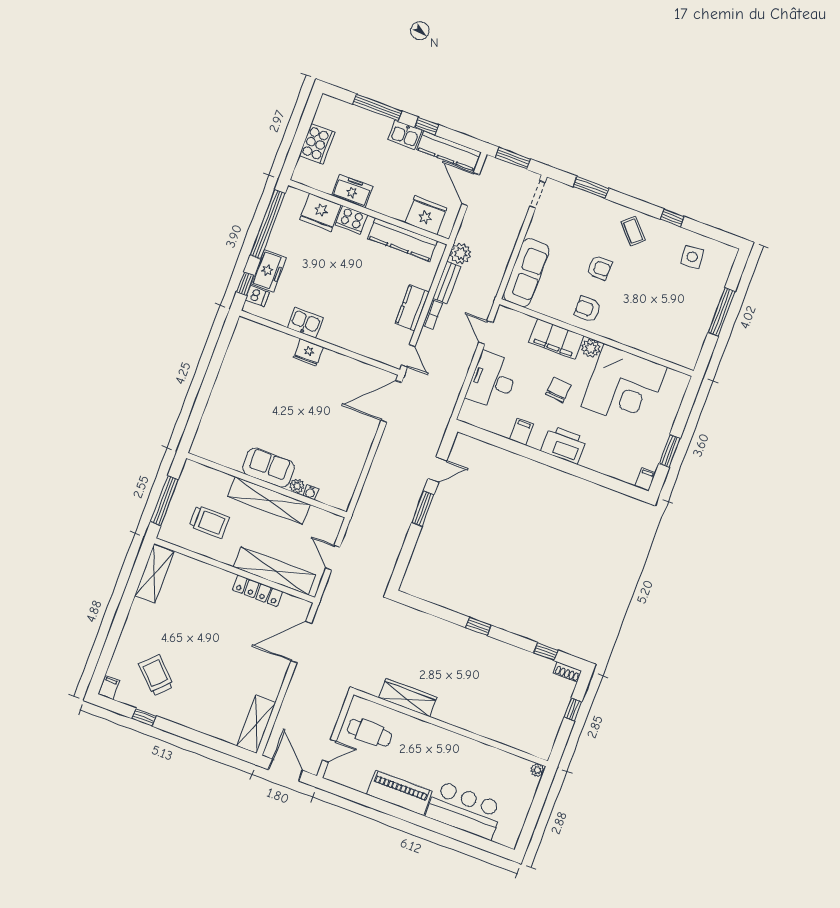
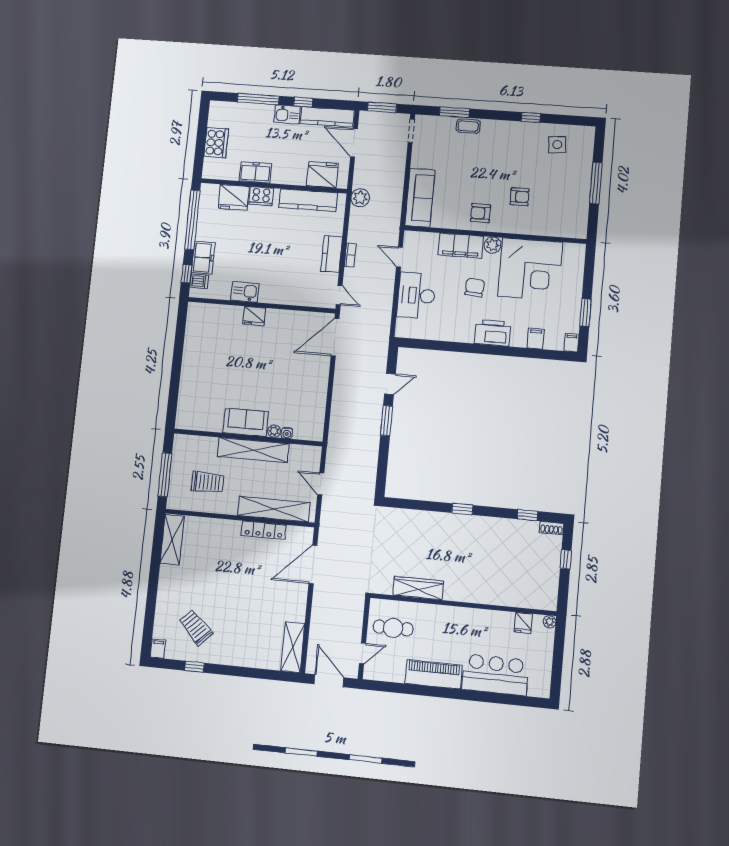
coffee table: (633, 231) -> (468, 126), moved, turned -48
armchair: (599, 268) -> (520, 197), moved
bench: (447, 282) -> (355, 225), removed
filing cabinet: (521, 432) -> (536, 339), moved
fridge: (509, 764) -> (523, 623), added

